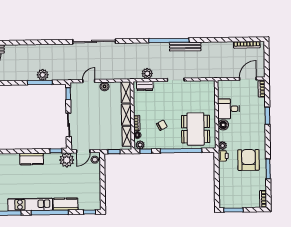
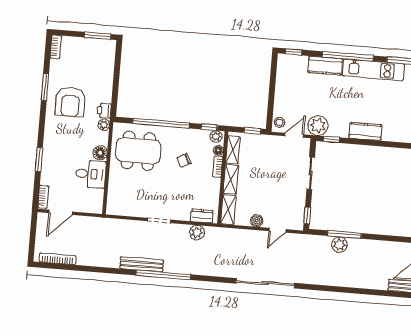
dining table: (196, 129) -> (138, 151), turned 90

